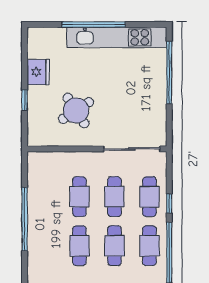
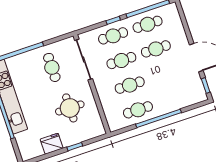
cafe table: (135, 105) -> (52, 67), added
round table: (76, 110) -> (70, 108), turned 33
cafe table: (79, 246) -> (138, 110), moved

